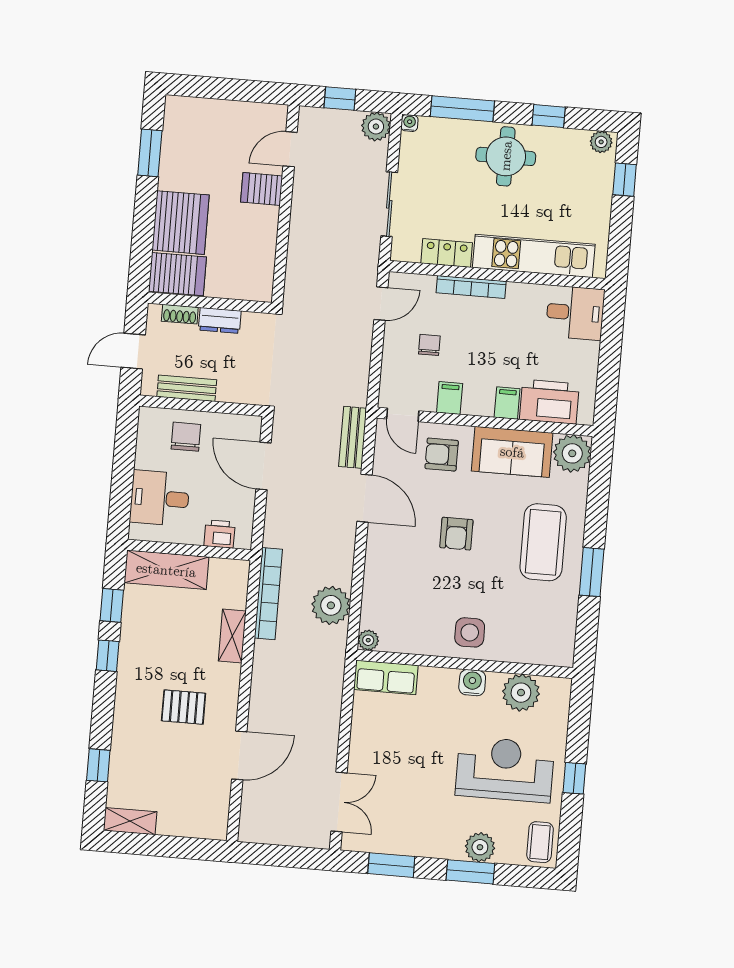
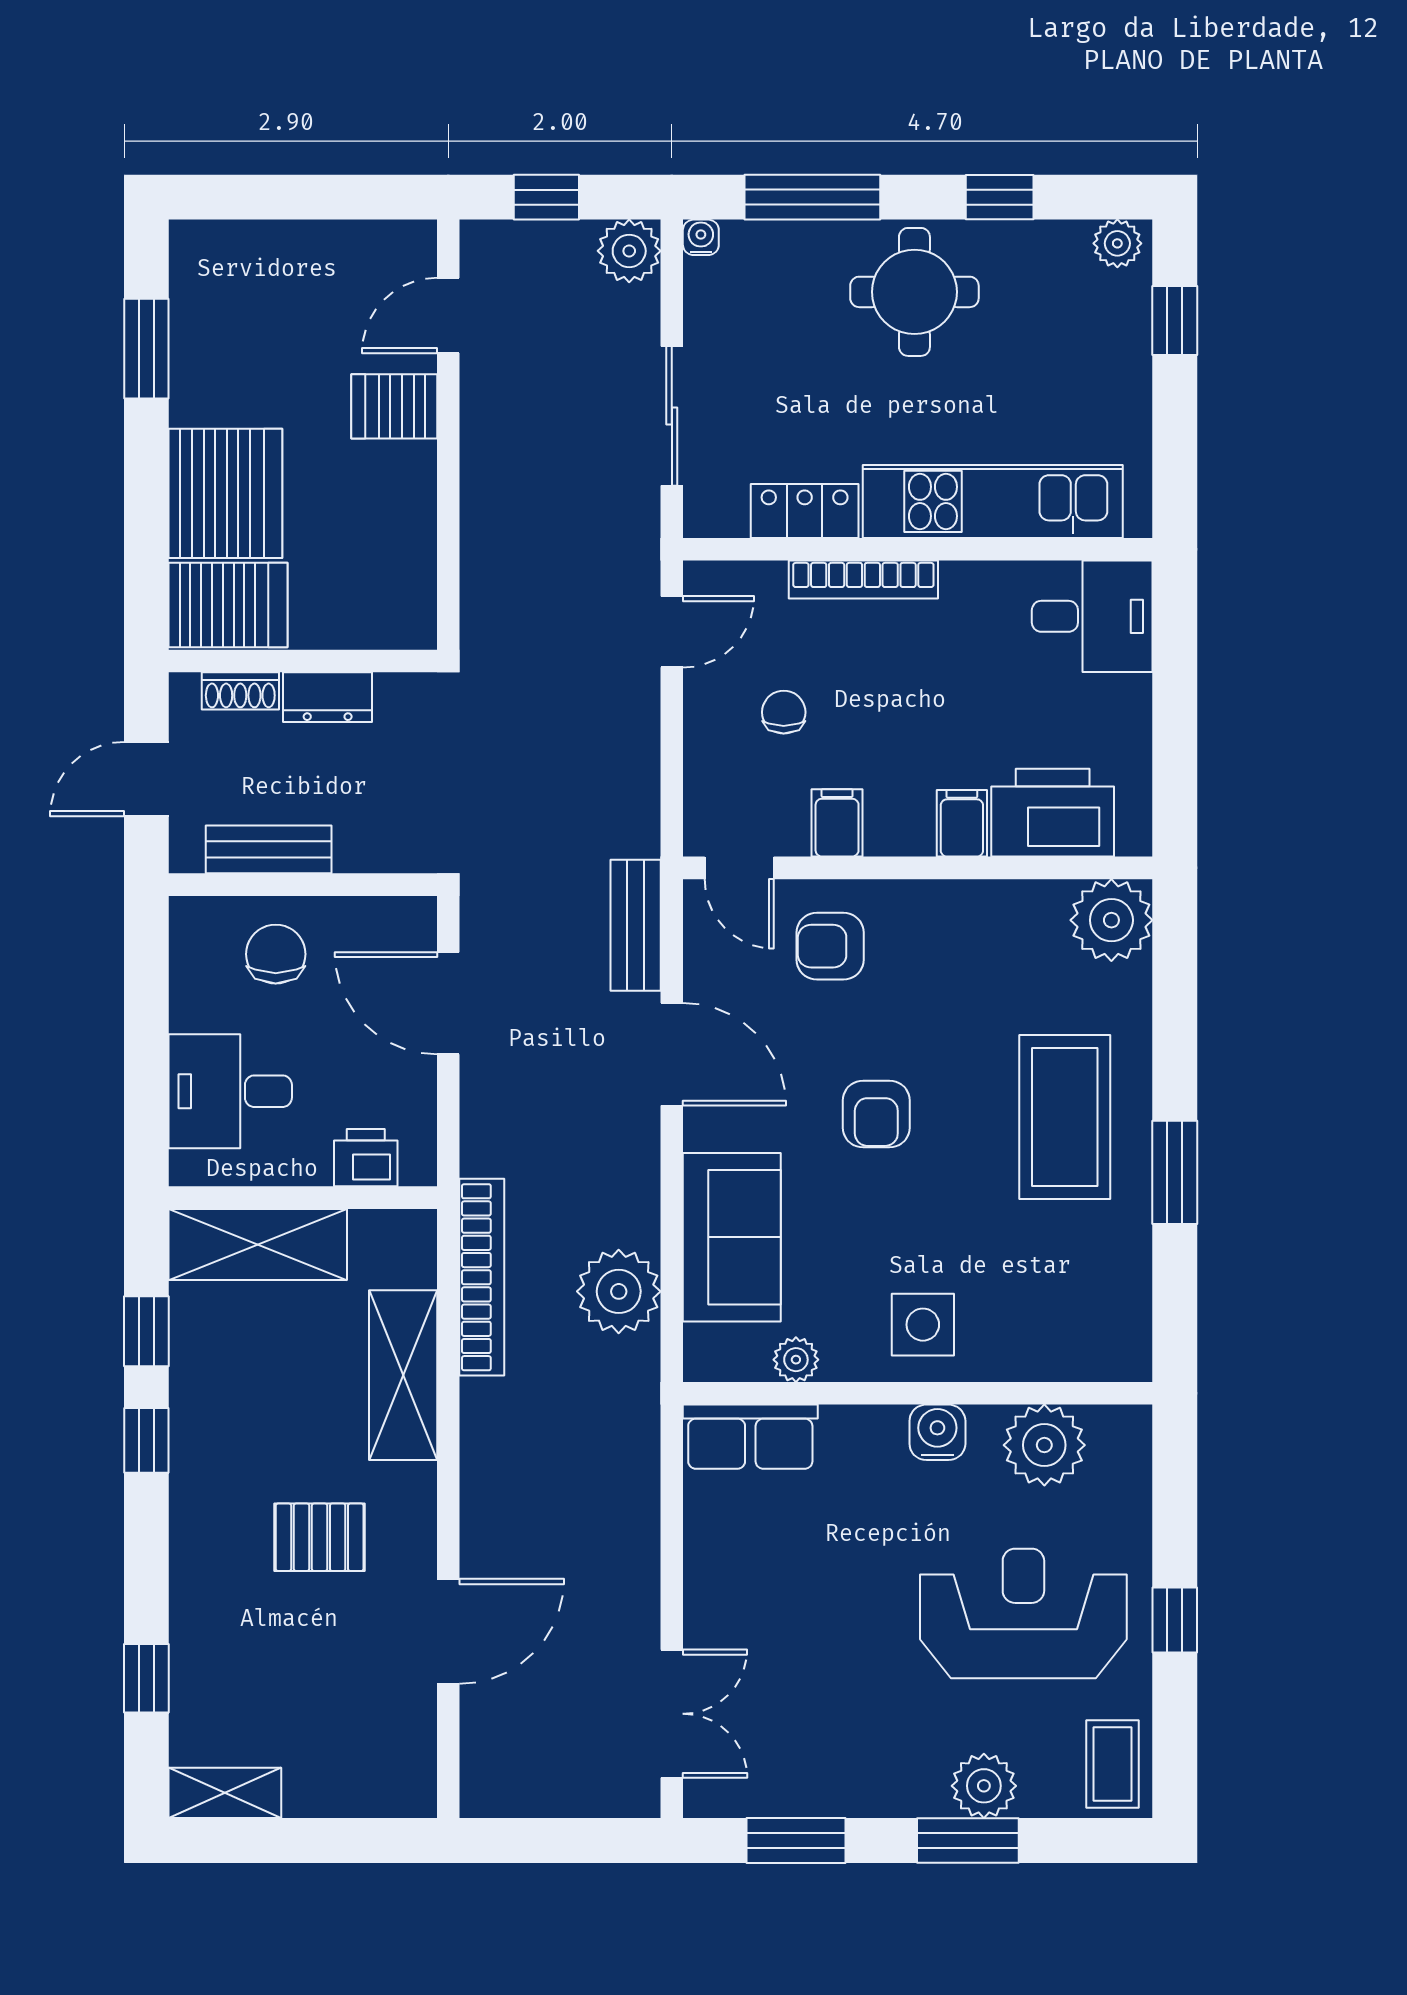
sofa: (512, 452) -> (732, 1237), moved, turned -90
shelving: (232, 636) -> (403, 1375), width x1.50, depth x1.33
plant: (368, 640) -> (796, 1360), moved

